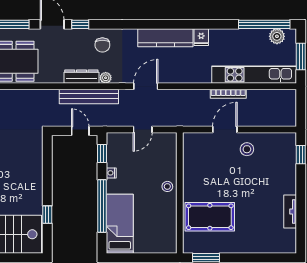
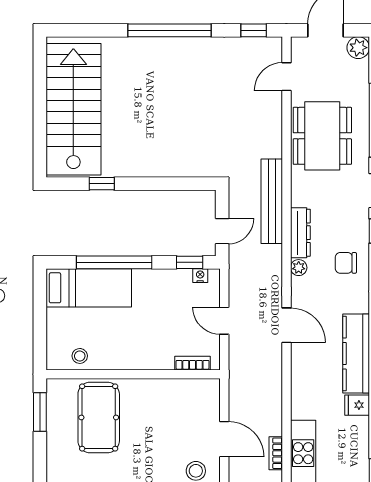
bookcase: (228, 94) -> (276, 453), width x0.64
bench: (89, 96) -> (272, 201), moved
bookcase: (172, 152) -> (193, 363), added
nightstand: (111, 173) -> (200, 276), moved
stool: (167, 186) -> (80, 356), moved

